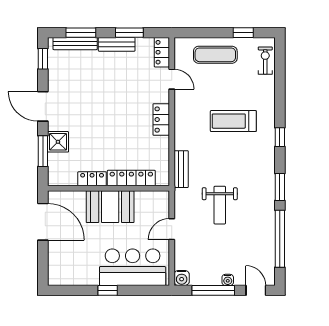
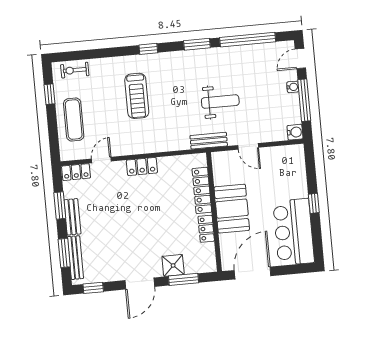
bench: (181, 169) -> (209, 141), moved
bar counter: (133, 267) -> (294, 232), moved

